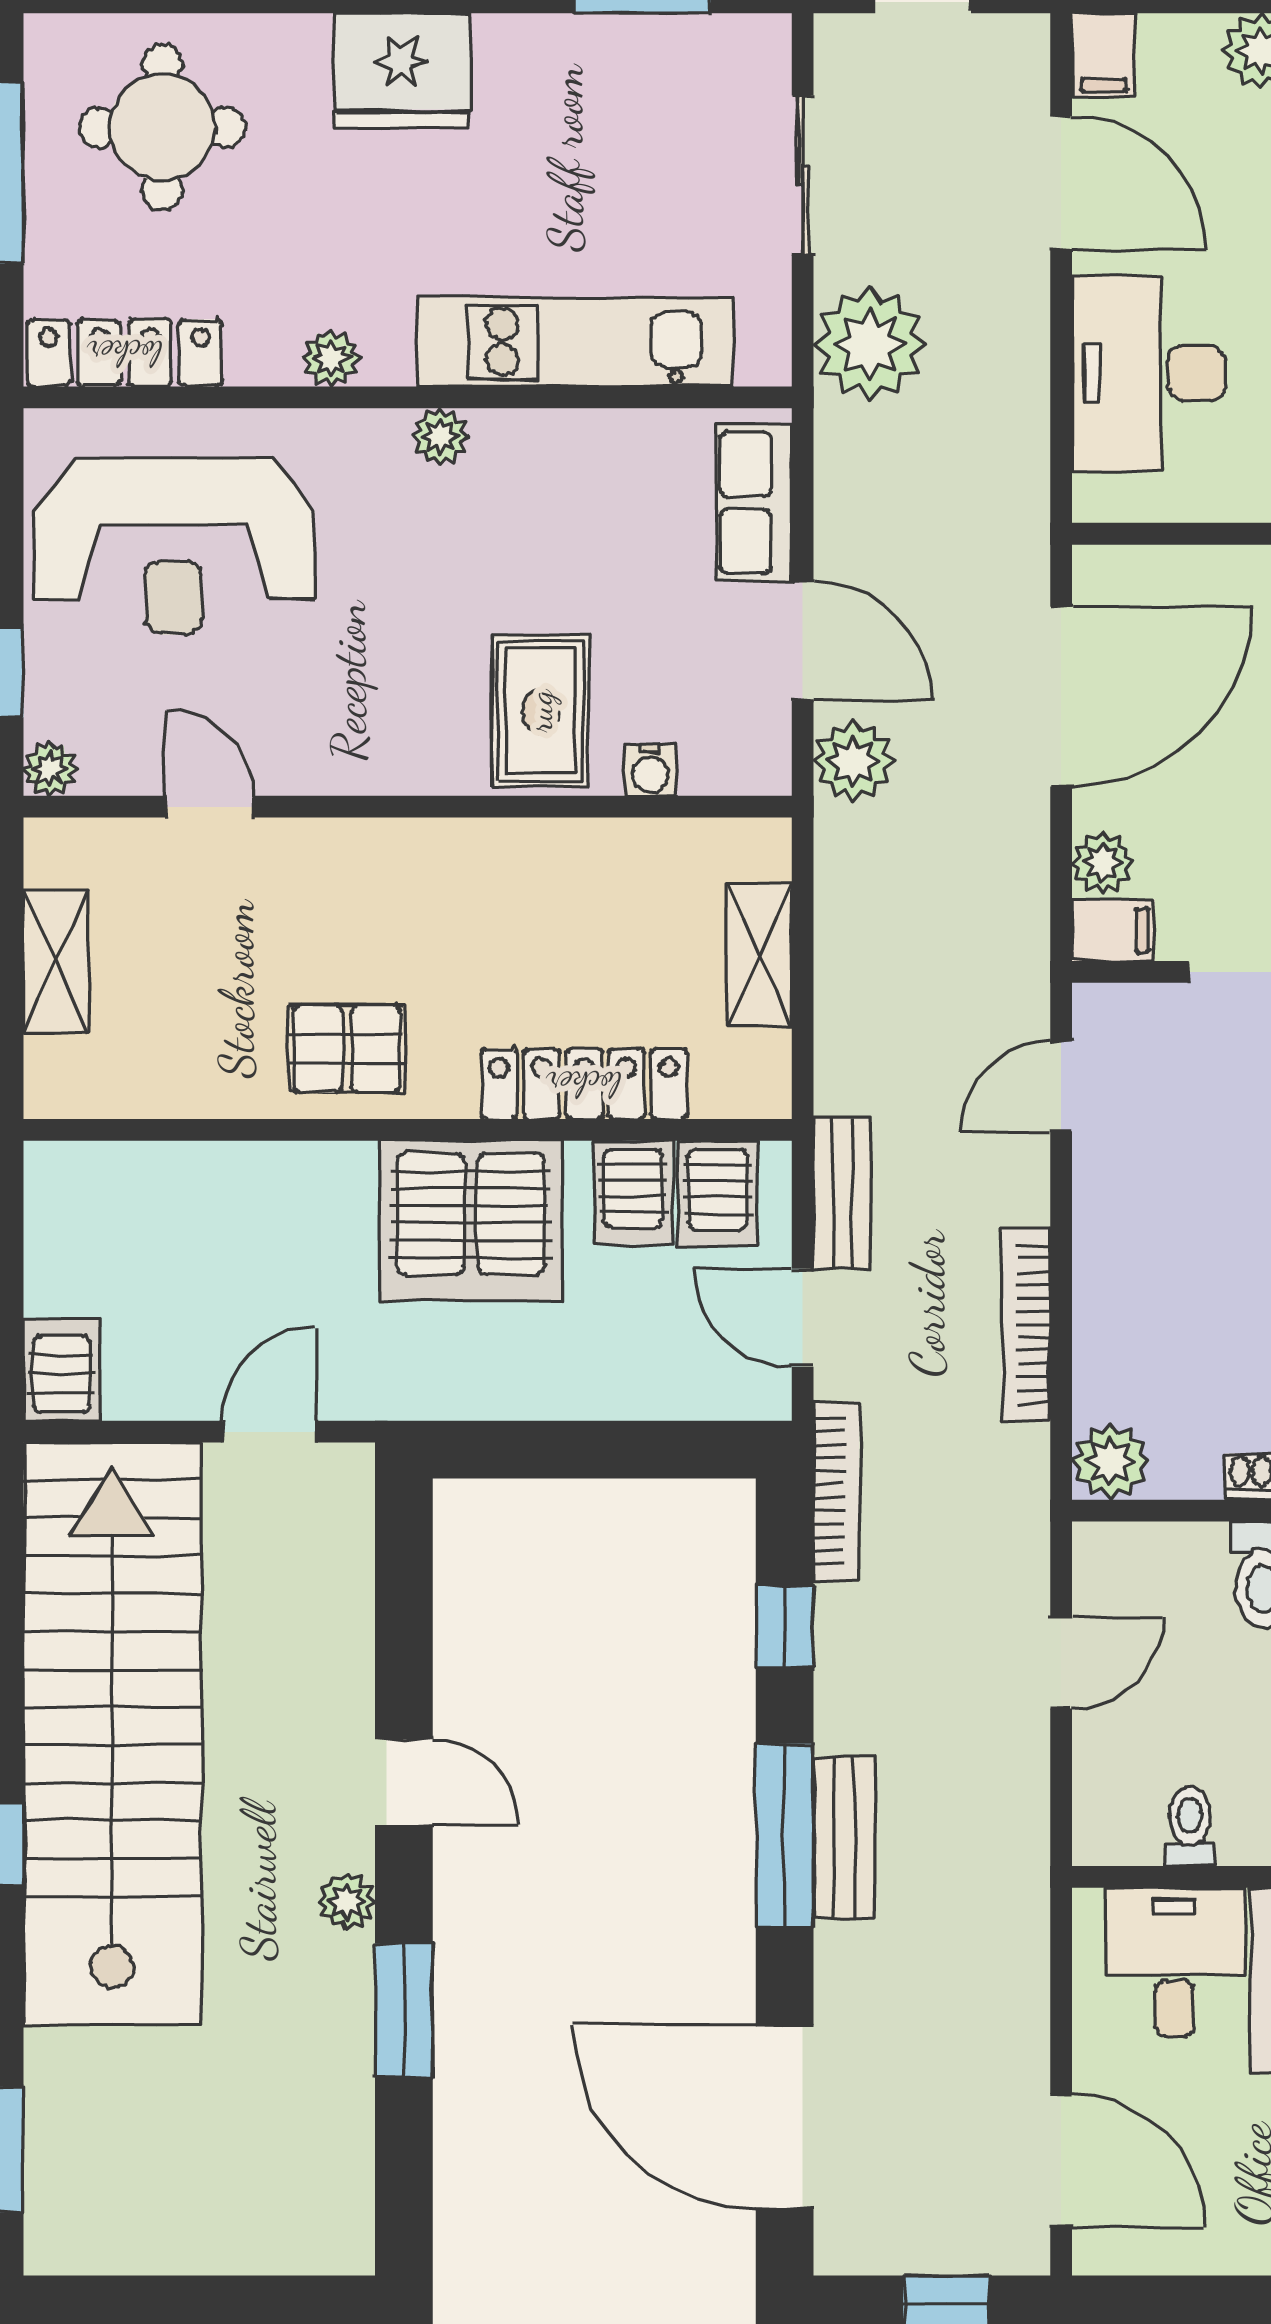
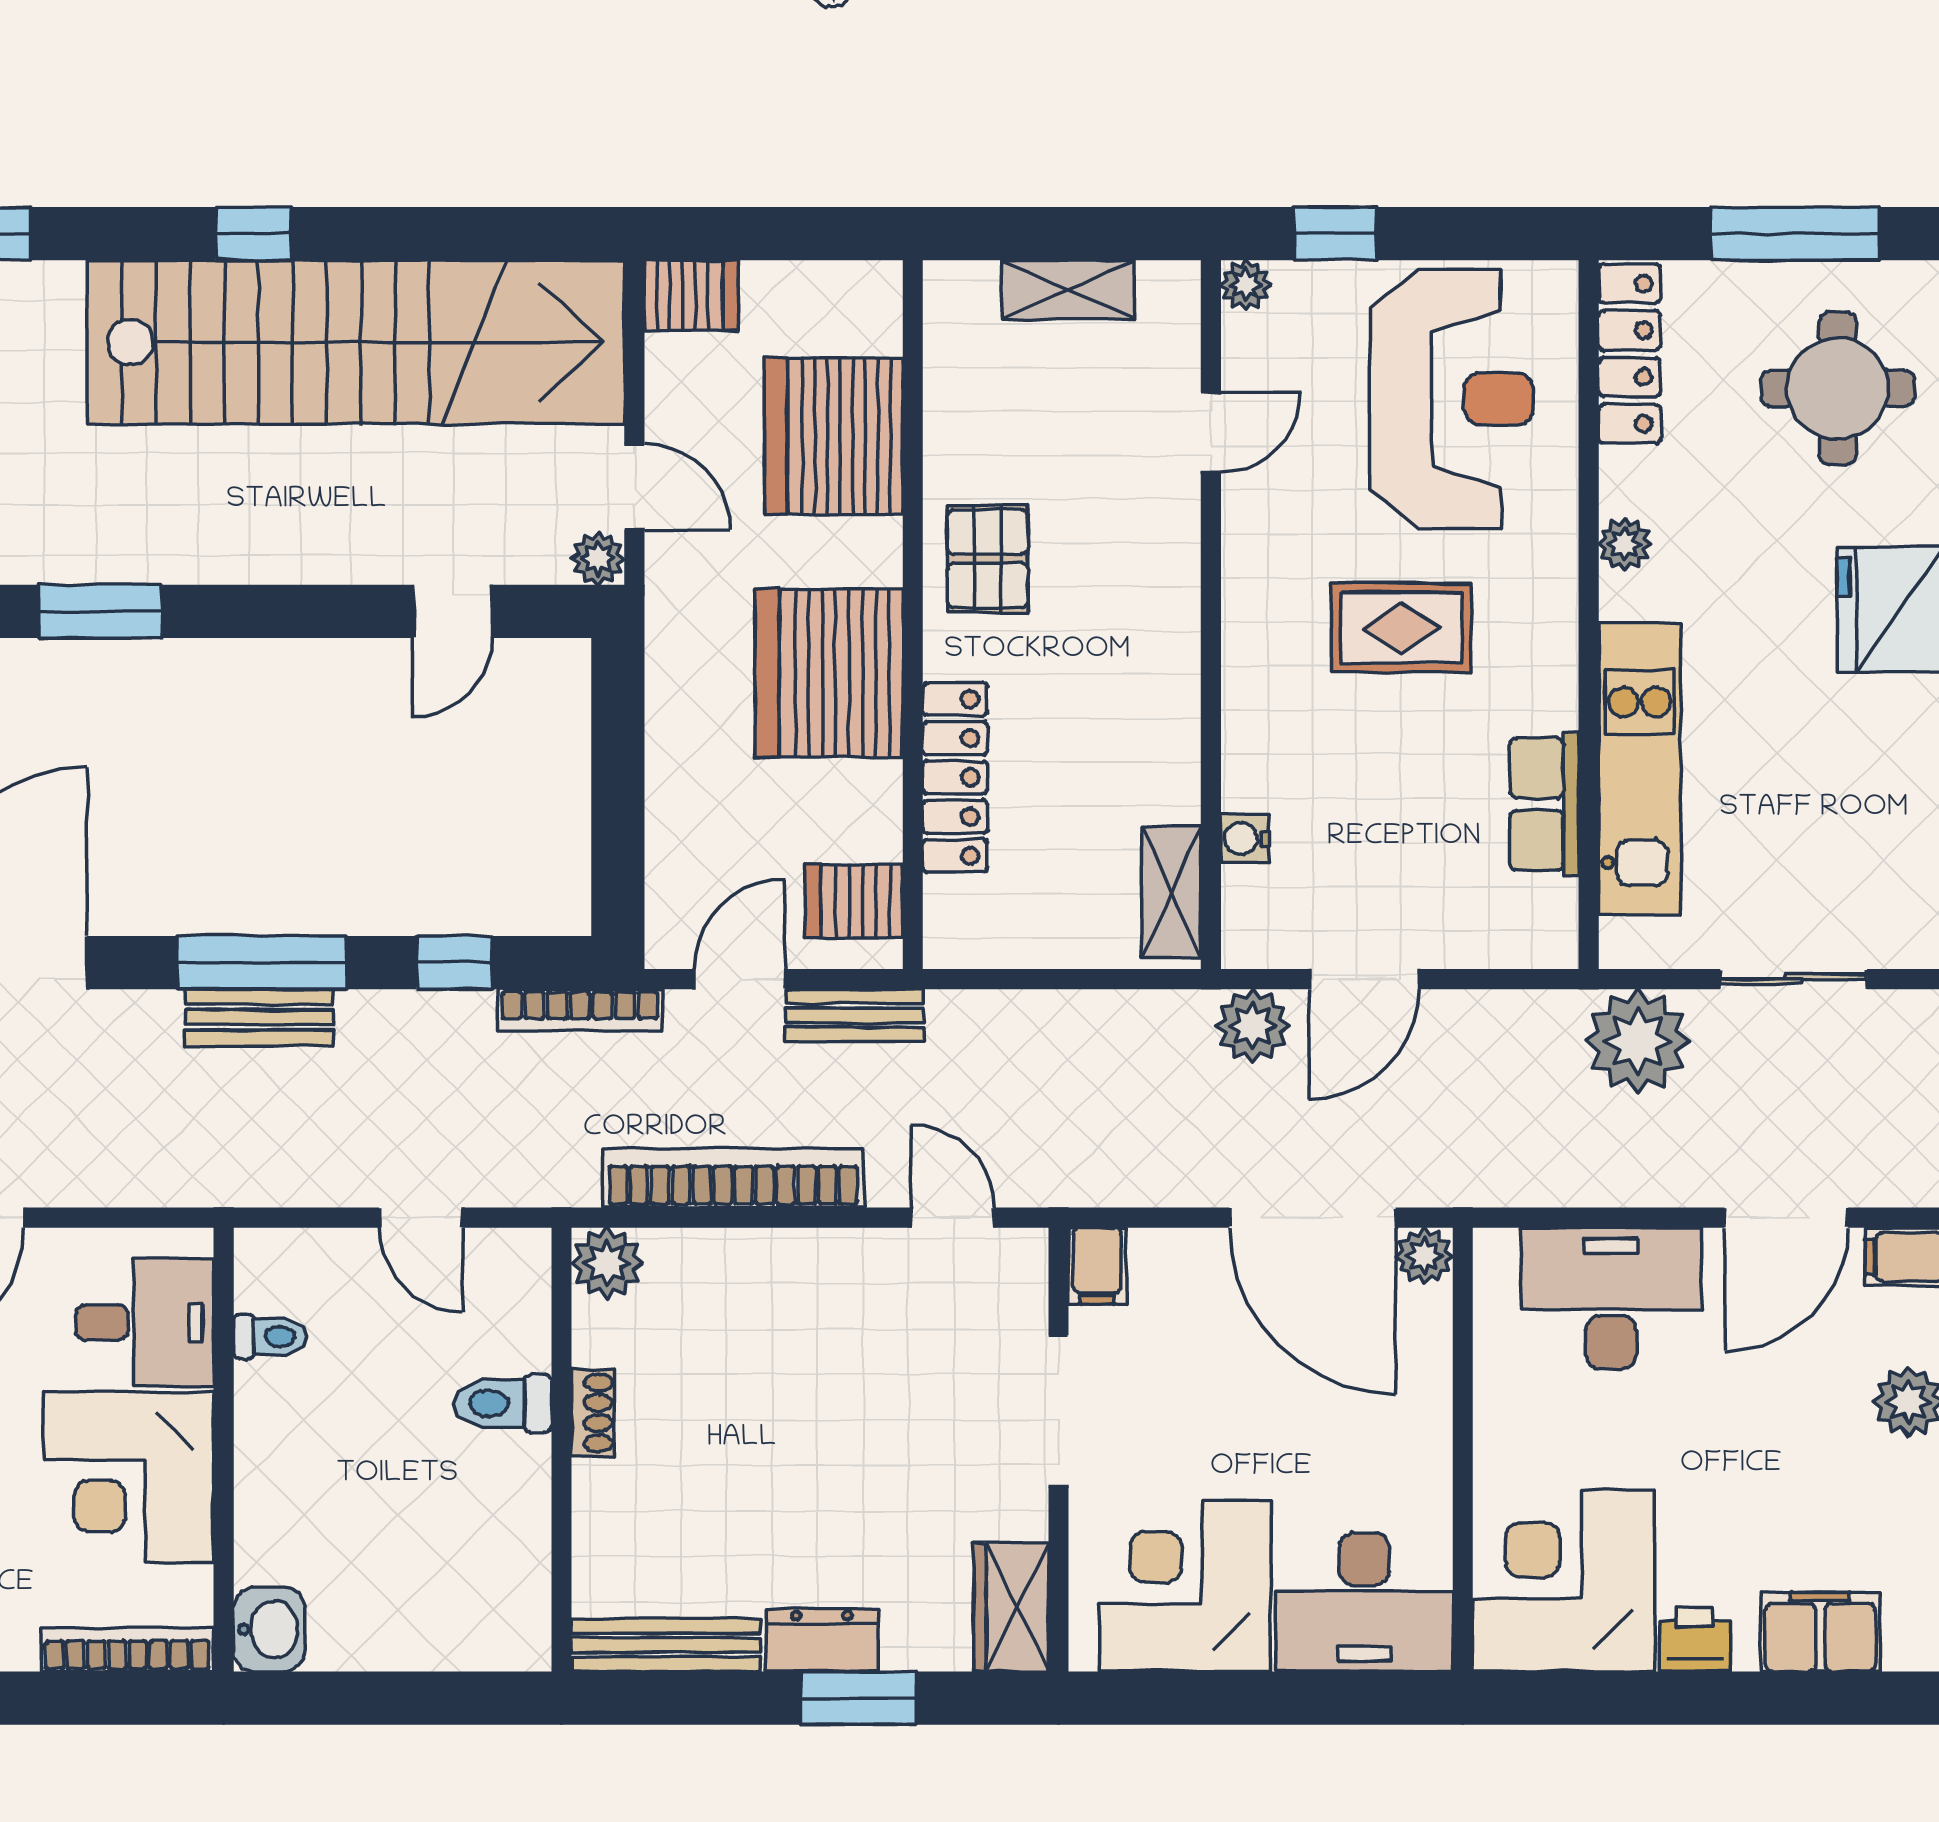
plant: (440, 436) -> (1553, 645), removed
row of seats: (754, 503) -> (1544, 804), moved, turned -90
reception desk: (174, 546) -> (1451, 399), turned 180
rug: (540, 711) -> (1401, 628), moved
plant: (1103, 863) -> (1425, 1256), moved
shelving: (760, 954) -> (1171, 892), moved, turned 90
server rack: (633, 1193) -> (834, 436), moved, width x2.18, depth x1.44
bookcase: (1026, 1324) -> (733, 1178), width x1.48, depth x1.31
door: (404, 1782) -> (453, 611), moved
plant: (347, 1901) -> (598, 558), moved

